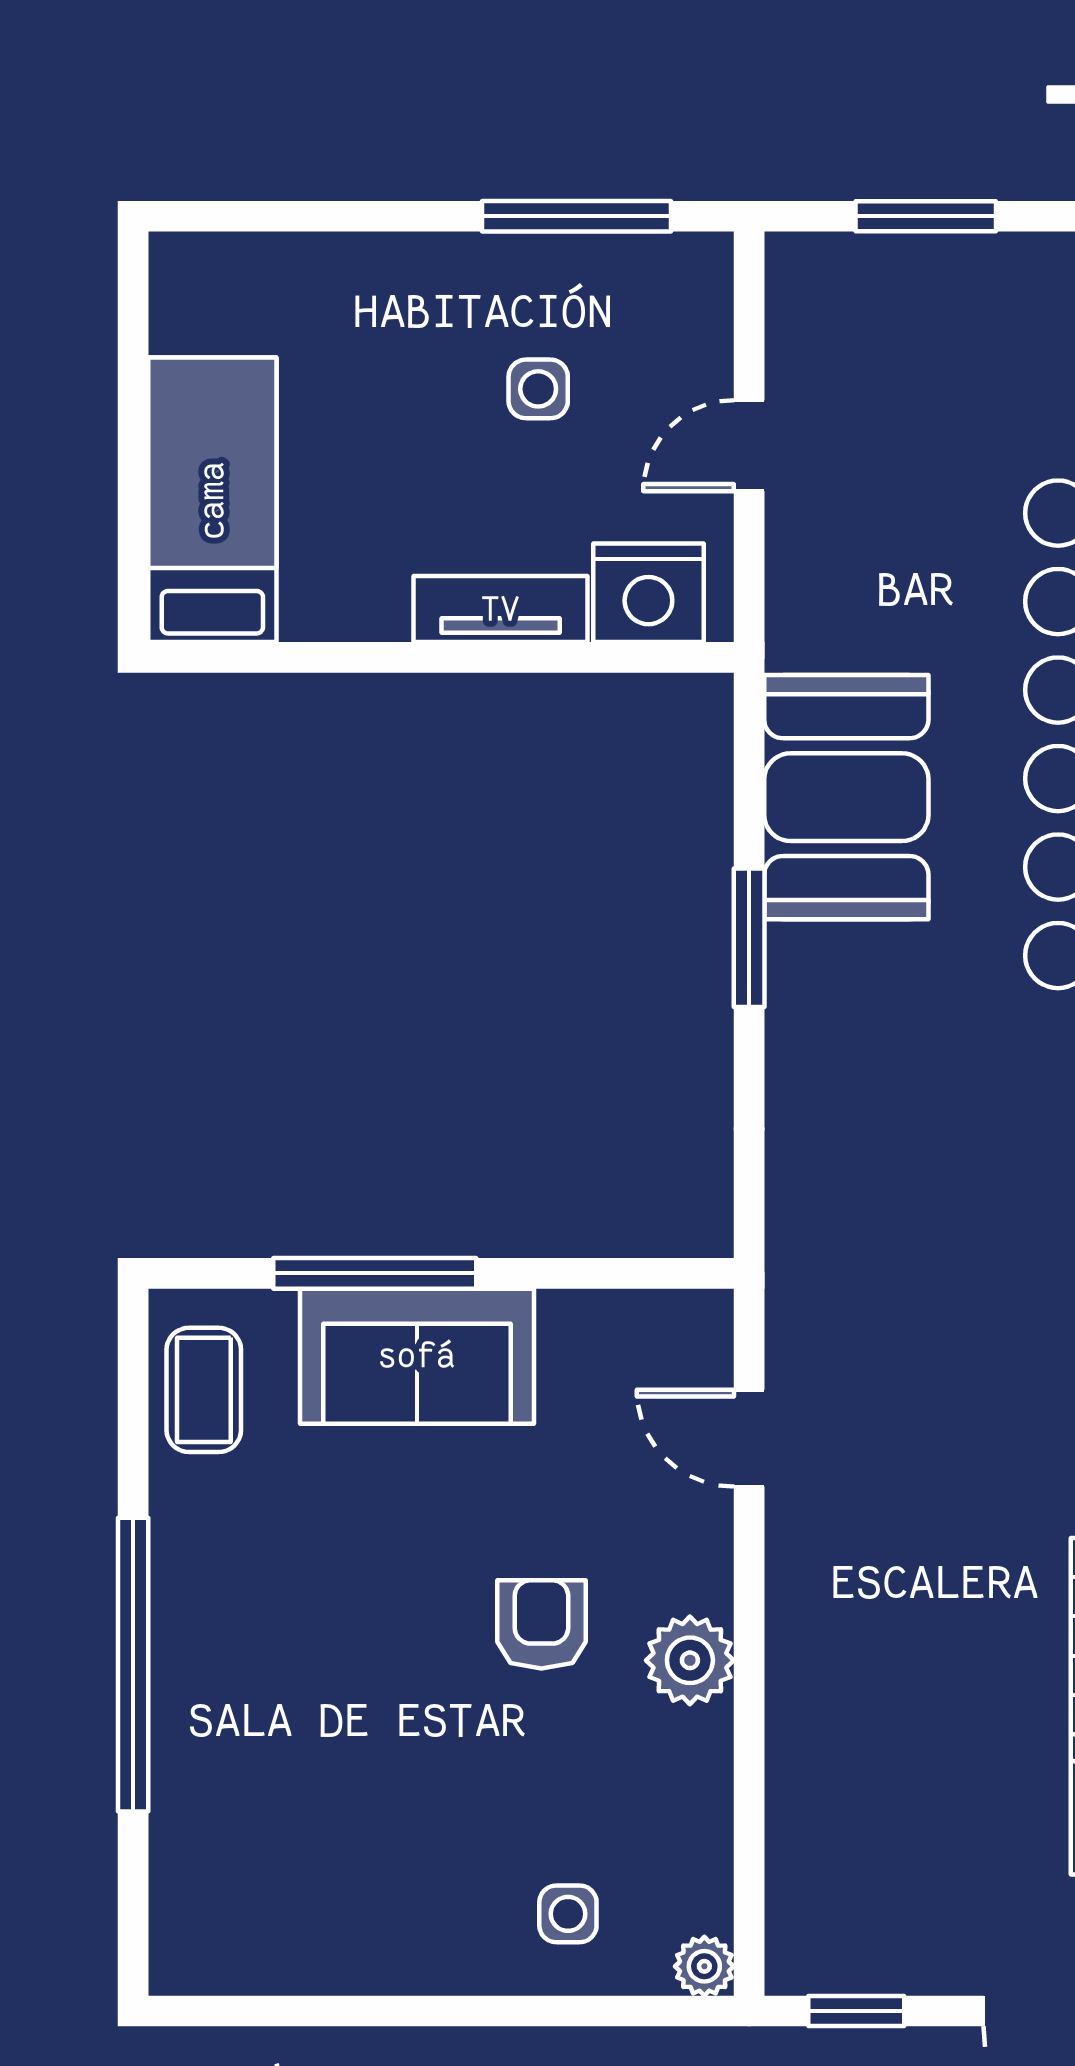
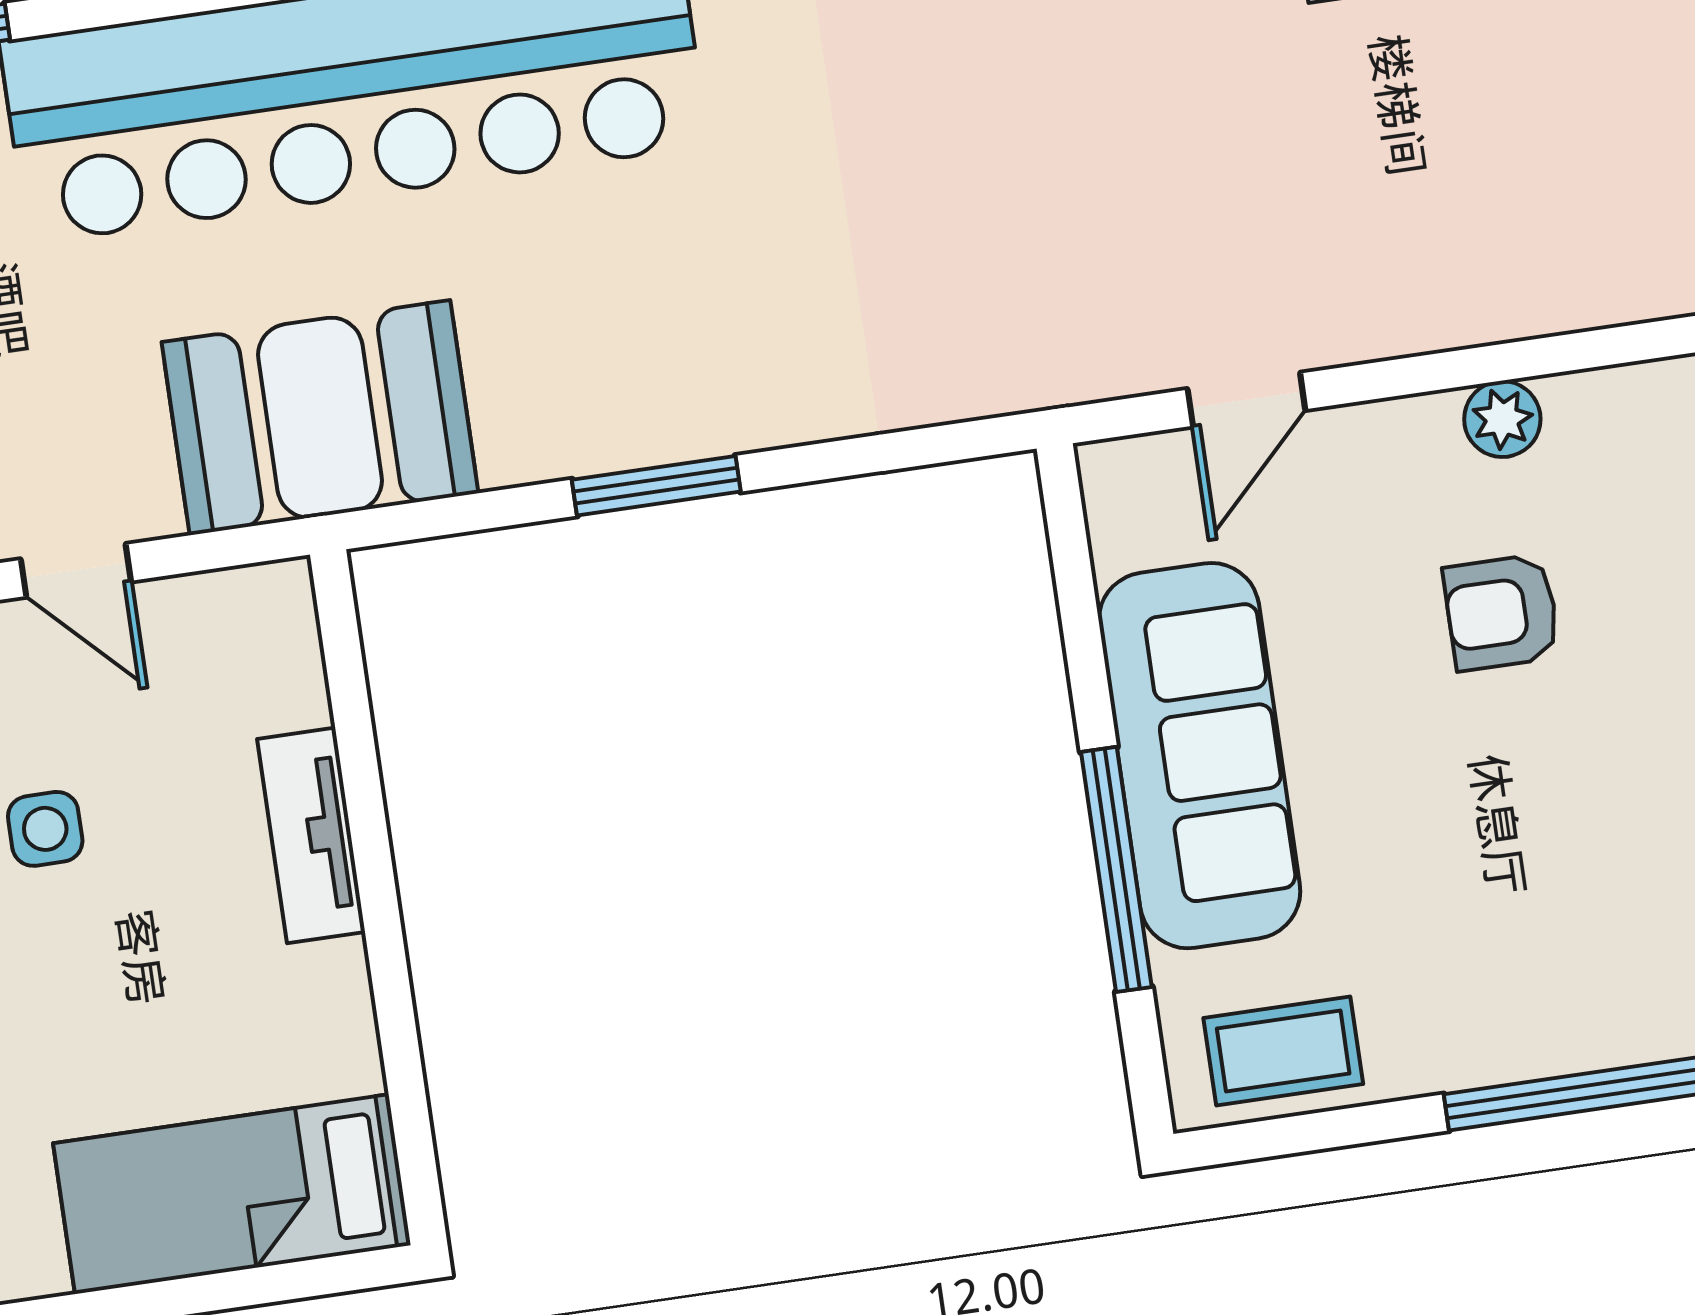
nightstand: (648, 593) -> (267, 664), removed
booth: (846, 797) -> (320, 418), moved
sofa: (417, 1356) -> (1200, 756), width x1.36
plant: (690, 1660) -> (1502, 419), width x0.73, depth x0.73

